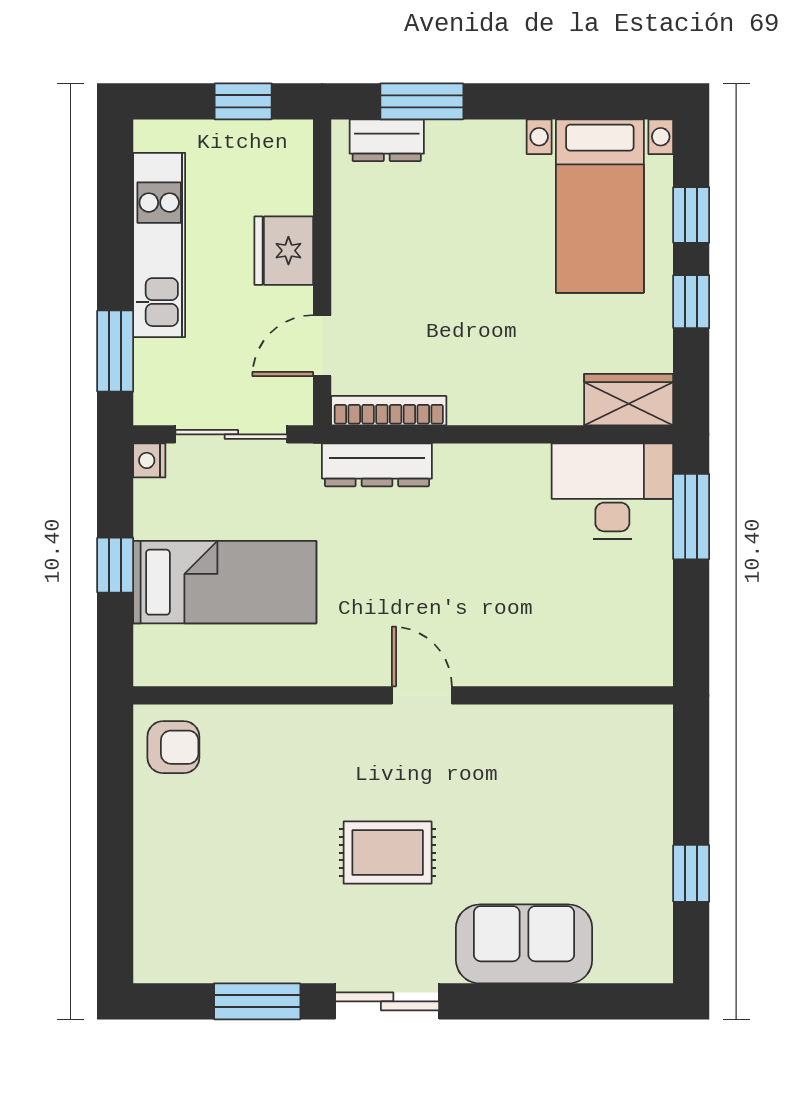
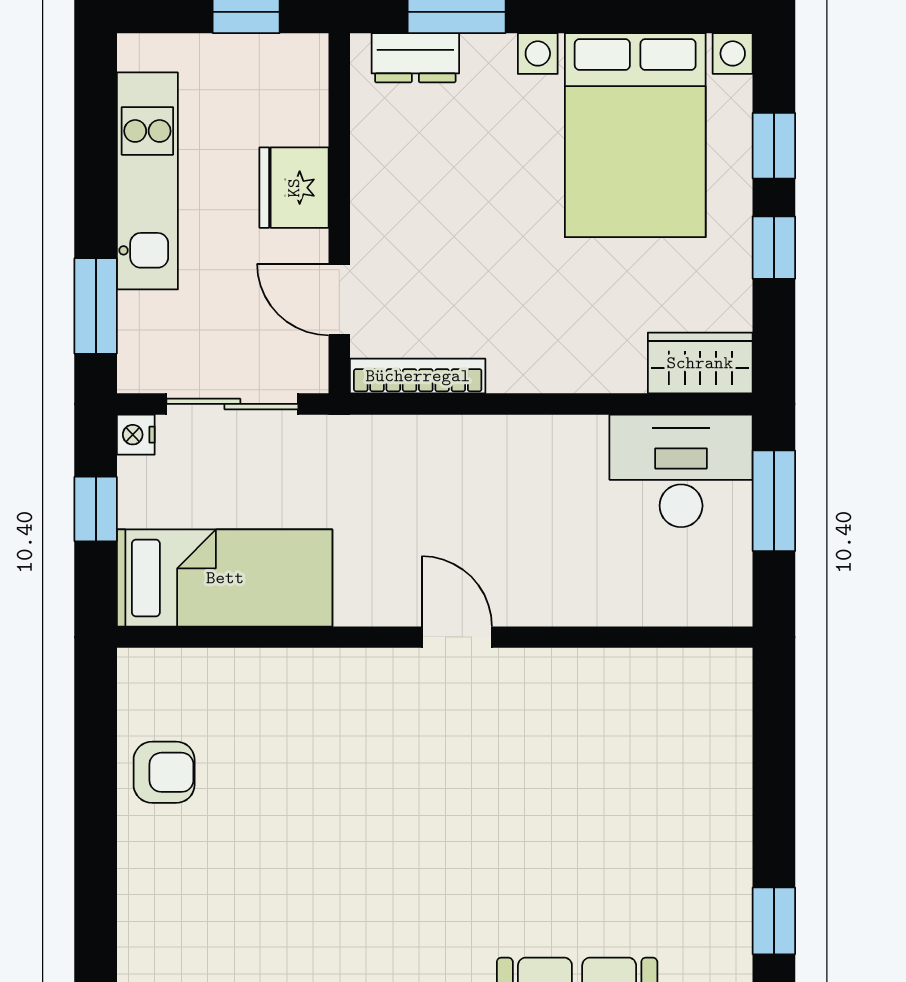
bed with nightstands: (600, 206) -> (635, 135), width x1.36
door: (322, 346) -> (339, 299), hinge flipped
dresser: (377, 465) -> (404, 440), removed
window: (115, 565) -> (96, 509), moved
wall: (403, 695) -> (435, 637), moved
door: (422, 695) -> (457, 637), moved
rug: (388, 853) -> (416, 896), removed

